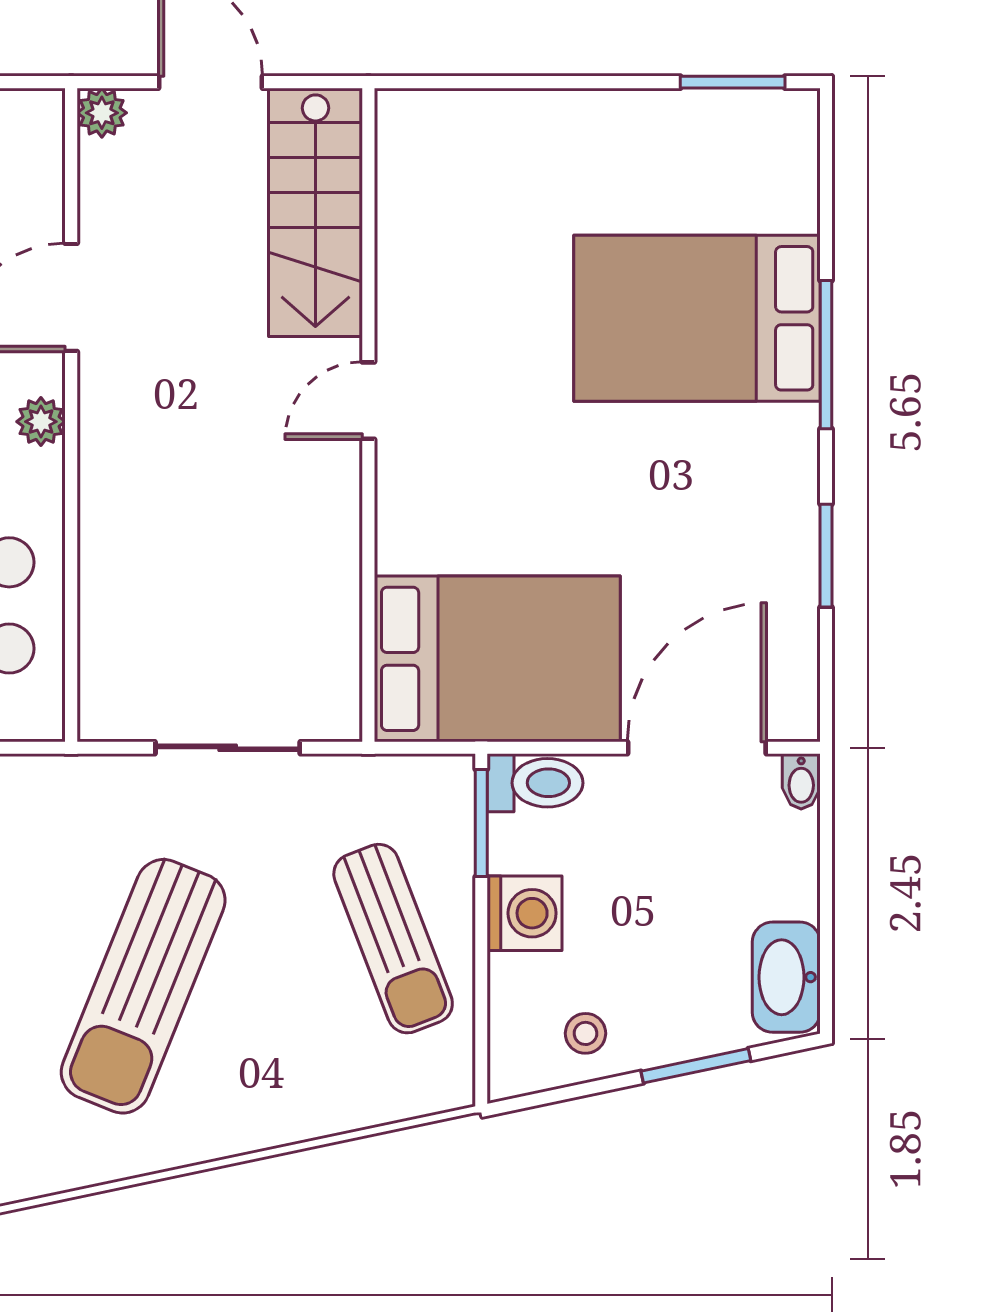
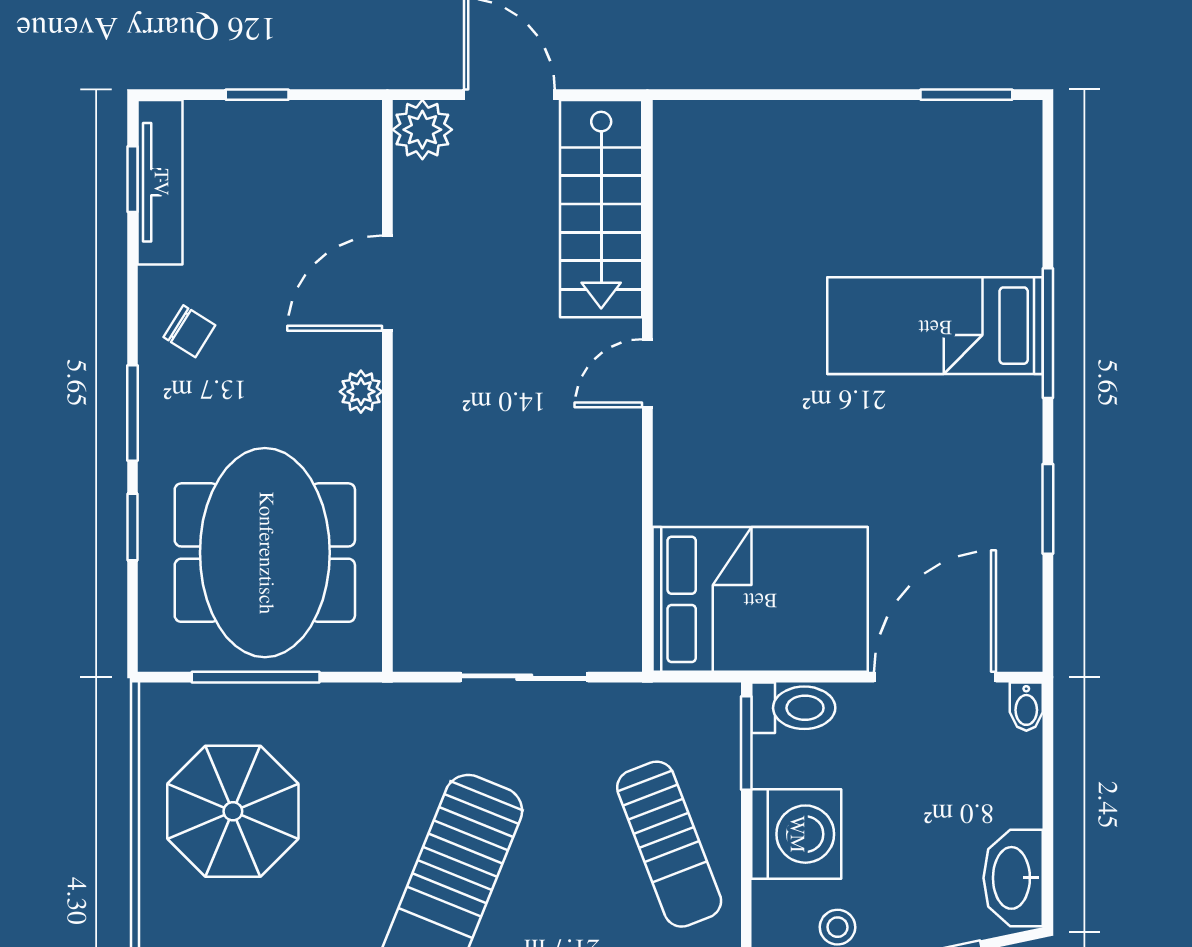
plant: (102, 113) -> (422, 130), width x1.38, depth x1.38
bed: (697, 318) -> (935, 326), width x0.67
washing machine: (525, 913) -> (796, 834), width x1.37, depth x1.37

